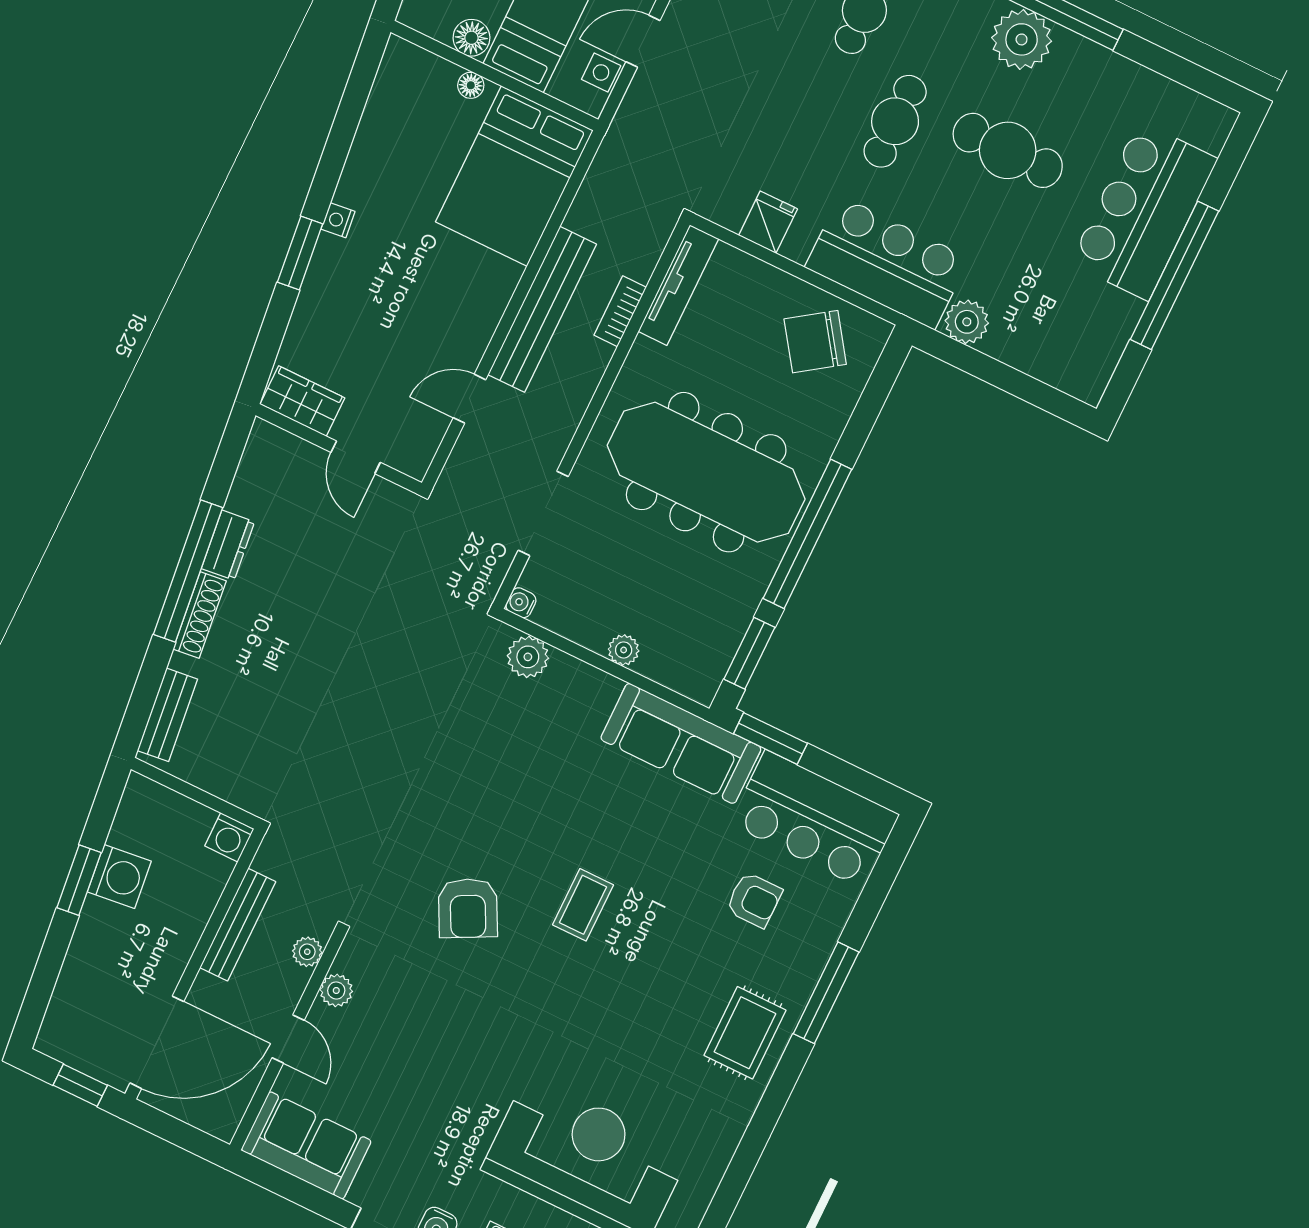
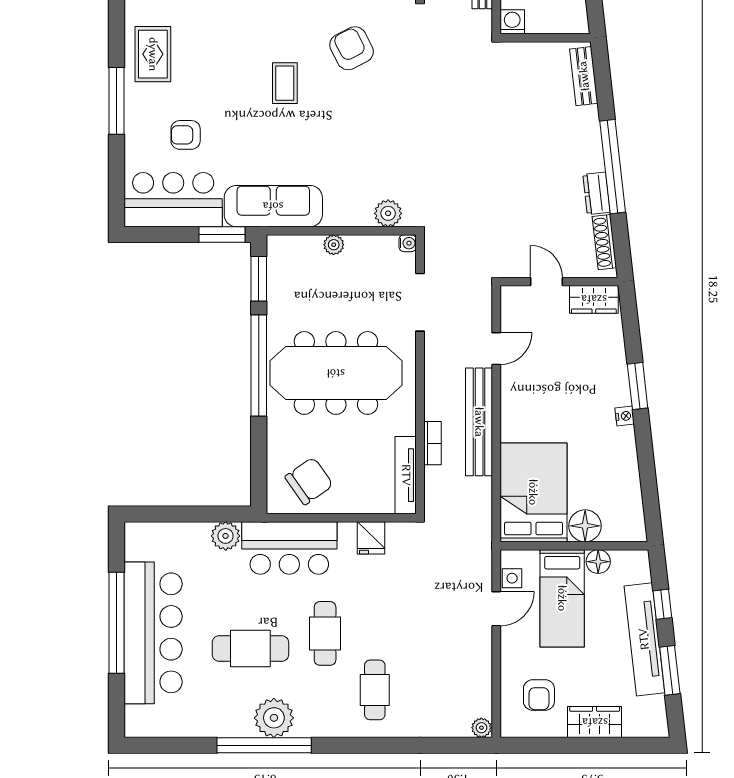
floor lamp: (471, 85) -> (585, 526), width x1.89, depth x1.89
bar counter: (1144, 211) -> (153, 633), width x1.36
shoe rack: (200, 615) -> (604, 242), moved

